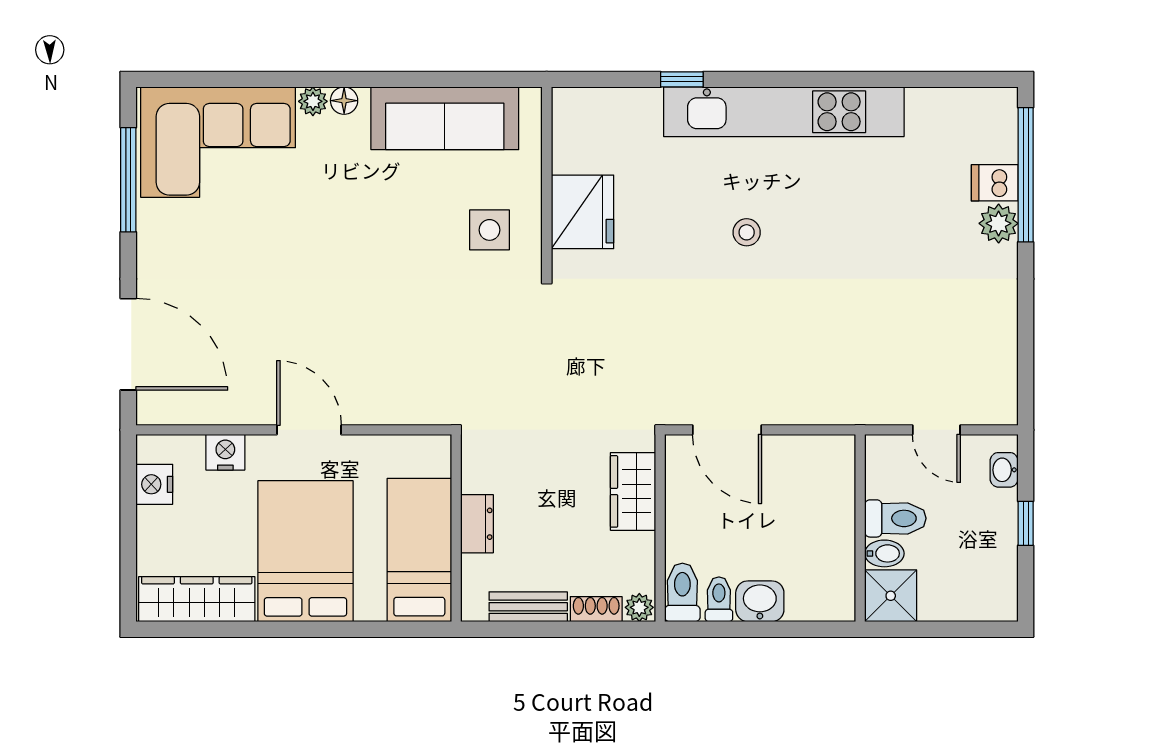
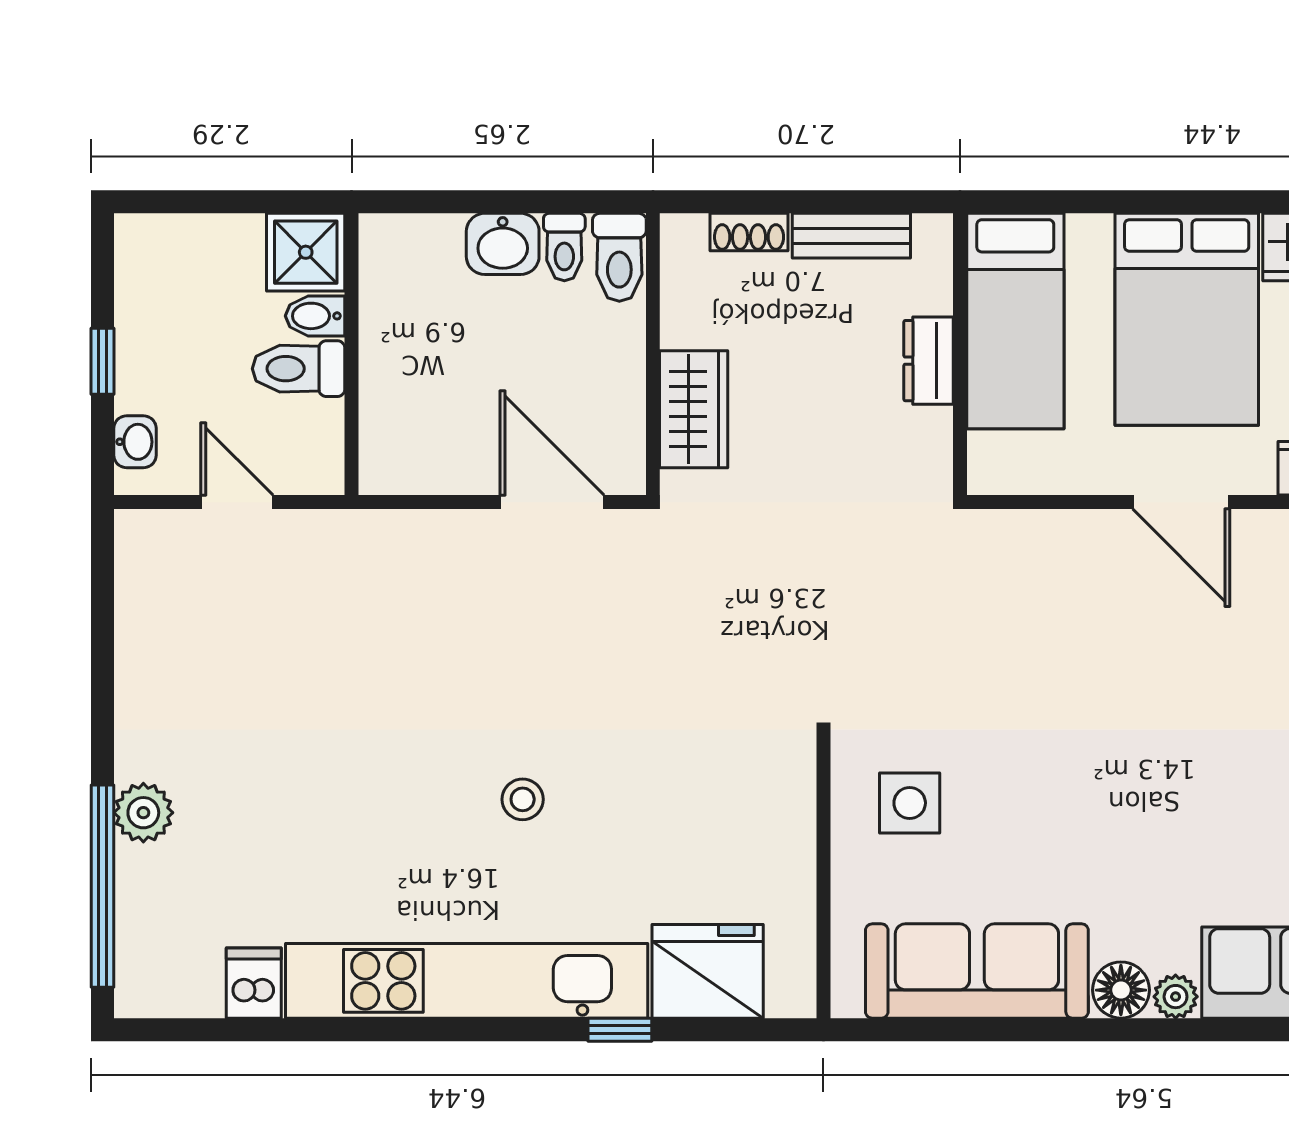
floor lamp: (344, 101) -> (1121, 990), width x1.37, depth x1.37
dishwasher: (995, 183) -> (254, 983), moved, turned -90
fridge: (582, 212) -> (708, 971), moved, turned 90
plant: (639, 607) -> (684, 235), removed

